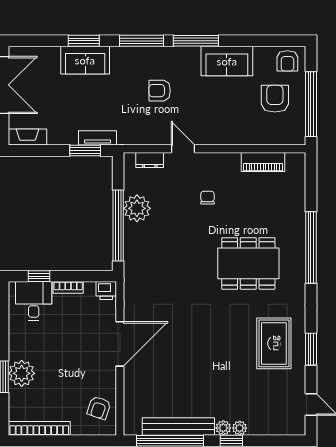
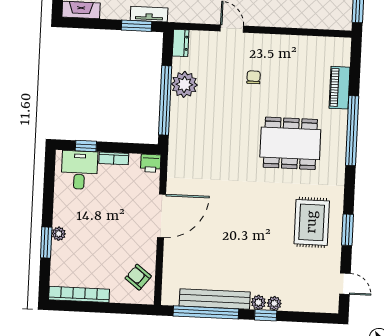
dresser: (150, 160) -> (181, 43), moved, turned -90
piano: (263, 162) -> (340, 88), moved, turned 90
plant: (22, 373) -> (59, 234), width x0.53, depth x0.53
armchair: (99, 408) -> (138, 277), turned 109

